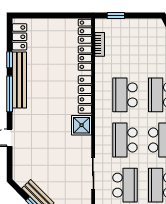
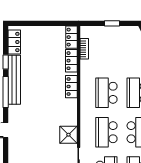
window: (116, 15) -> (112, 23), moved
locker: (85, 94) -> (71, 87), width x0.66
shower: (82, 125) -> (68, 135), moved

